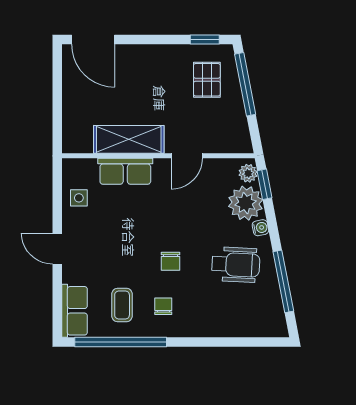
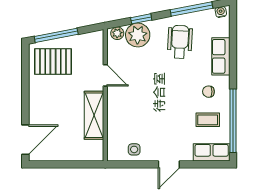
window: (205, 39) -> (25, 63), removed
pallet: (207, 80) -> (53, 62), width x1.50, depth x1.42
row of seats: (125, 171) -> (221, 56), moved, turned 180
window: (265, 184) -> (141, 19), moved
water cooler: (260, 228) -> (221, 12), moved
chair: (171, 261) -> (178, 86), removed

